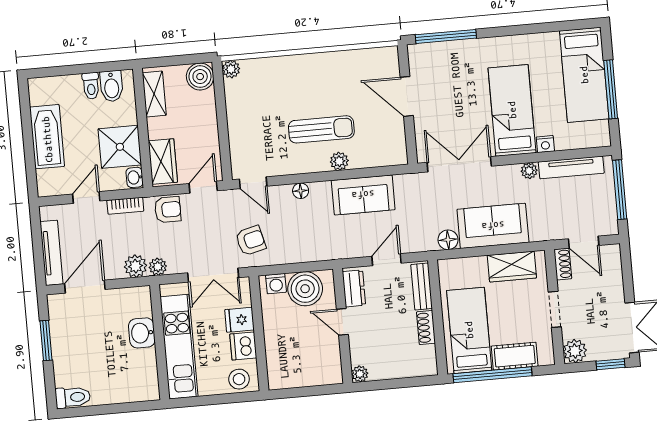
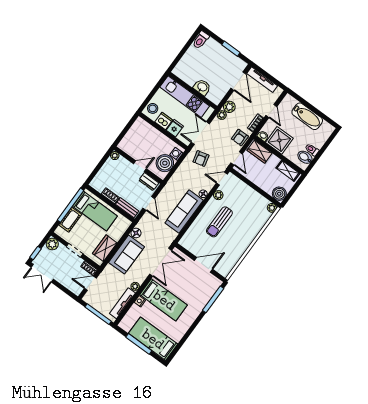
plant: (339, 161) -> (218, 195), moved
sofa: (363, 195) -> (184, 212), width x1.36

